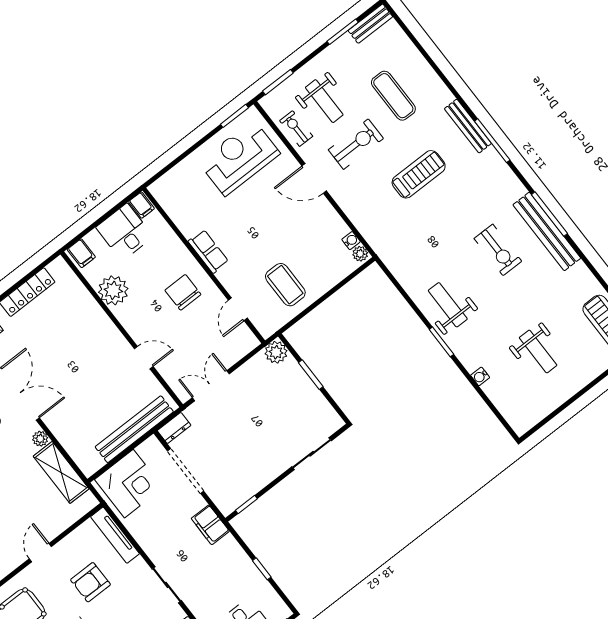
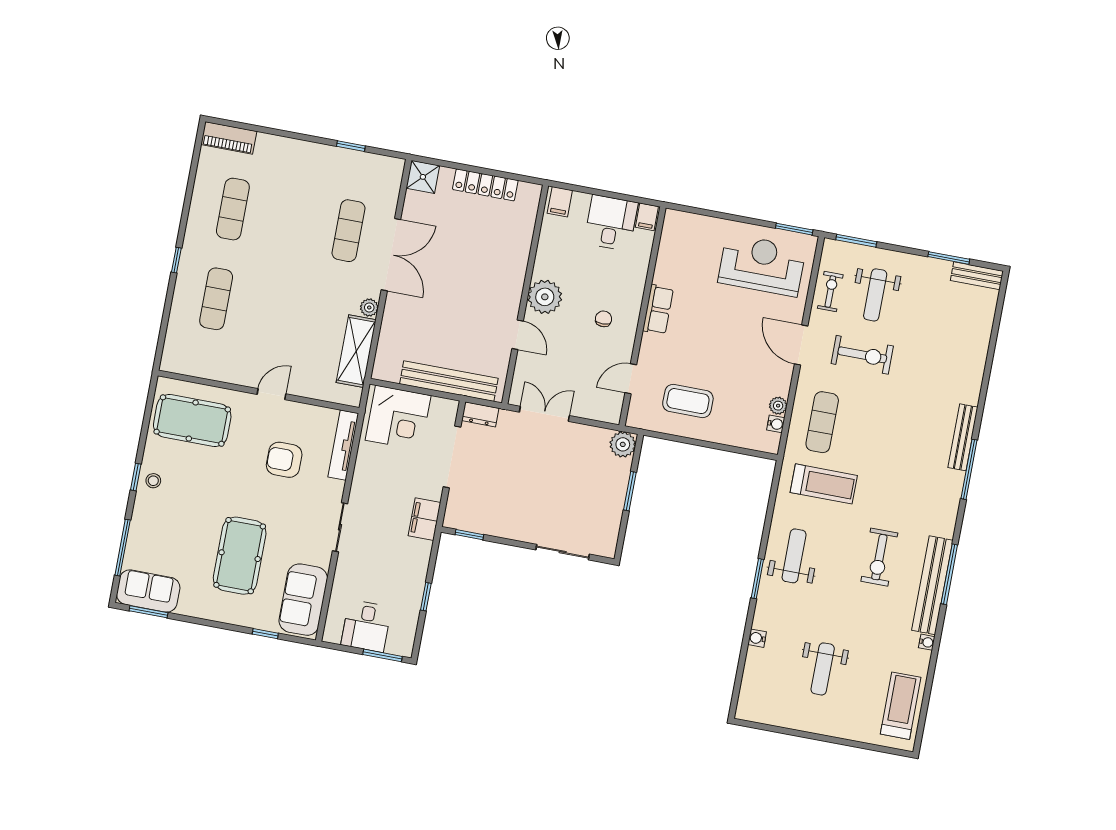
exercise mat: (393, 96) -> (822, 422), moved
treadmill: (419, 174) -> (824, 484), moved
plant: (360, 254) -> (778, 406), moved
water cooler: (581, 268) -> (927, 642), added
coffee table: (285, 285) -> (688, 401), turned 90
plant: (113, 290) -> (545, 297), moved
chair: (183, 292) -> (603, 319), width x0.54, depth x0.54

